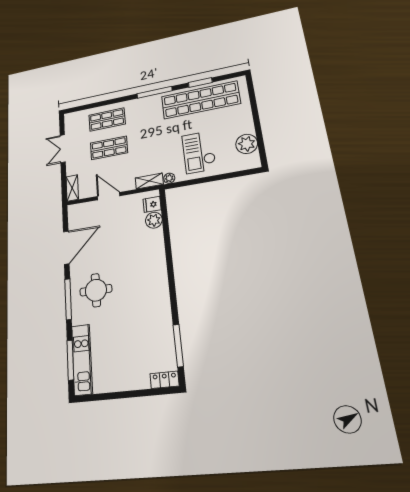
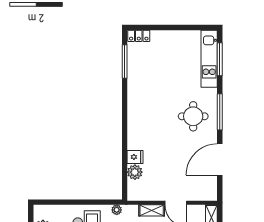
shelving: (149, 181) -> (152, 210), moved
fridge: (152, 204) -> (135, 157), moved

